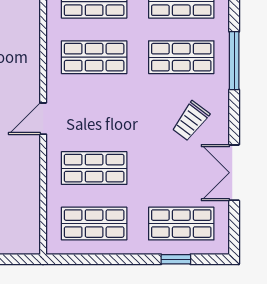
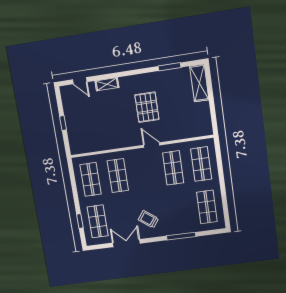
shop shelf: (181, 57) -> (179, 211), removed
door: (43, 119) -> (152, 145), moved

